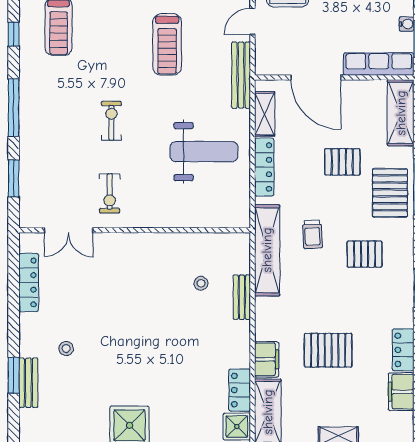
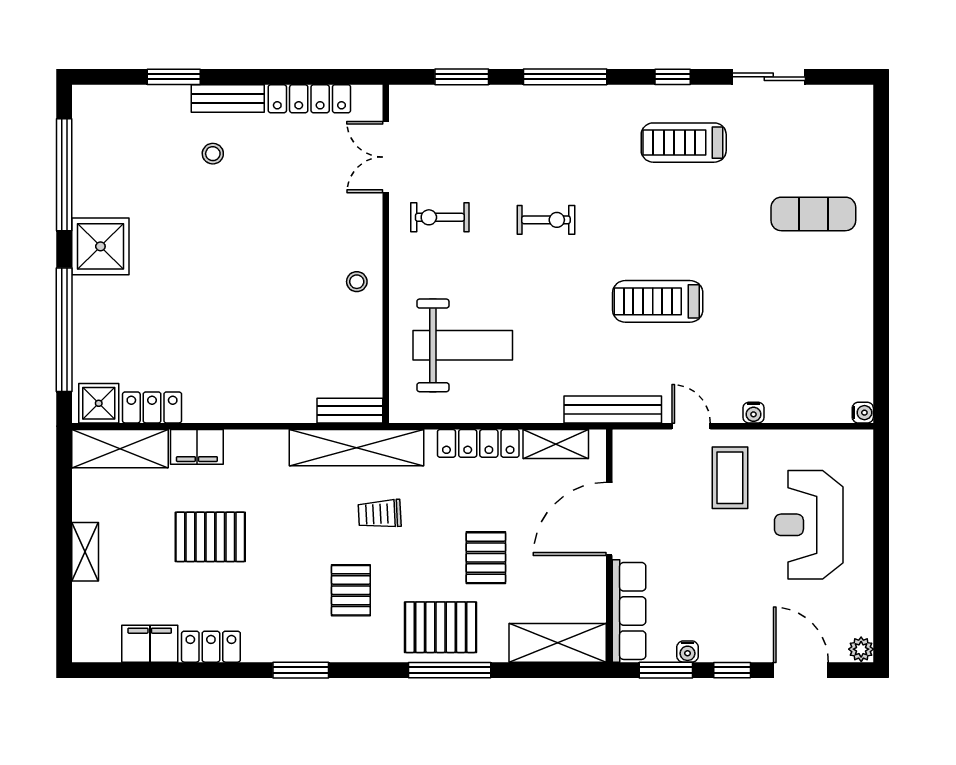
weight bench: (204, 152) -> (463, 345), moved, turned -90
stool: (201, 283) -> (357, 282), moved
bench: (242, 297) -> (350, 411), moved
pallet: (328, 350) -> (210, 537), turned 90
bench: (28, 383) -> (228, 98), moved

